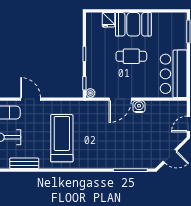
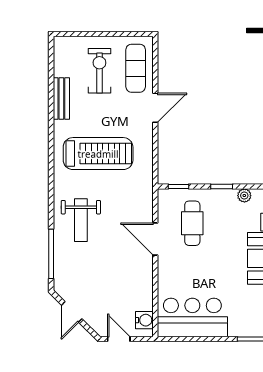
cafe table: (131, 56) -> (192, 223), moved
plant: (90, 93) -> (244, 196), moved
water cooler: (139, 107) -> (144, 320), moved
weight bench: (107, 150) -> (81, 220), added

